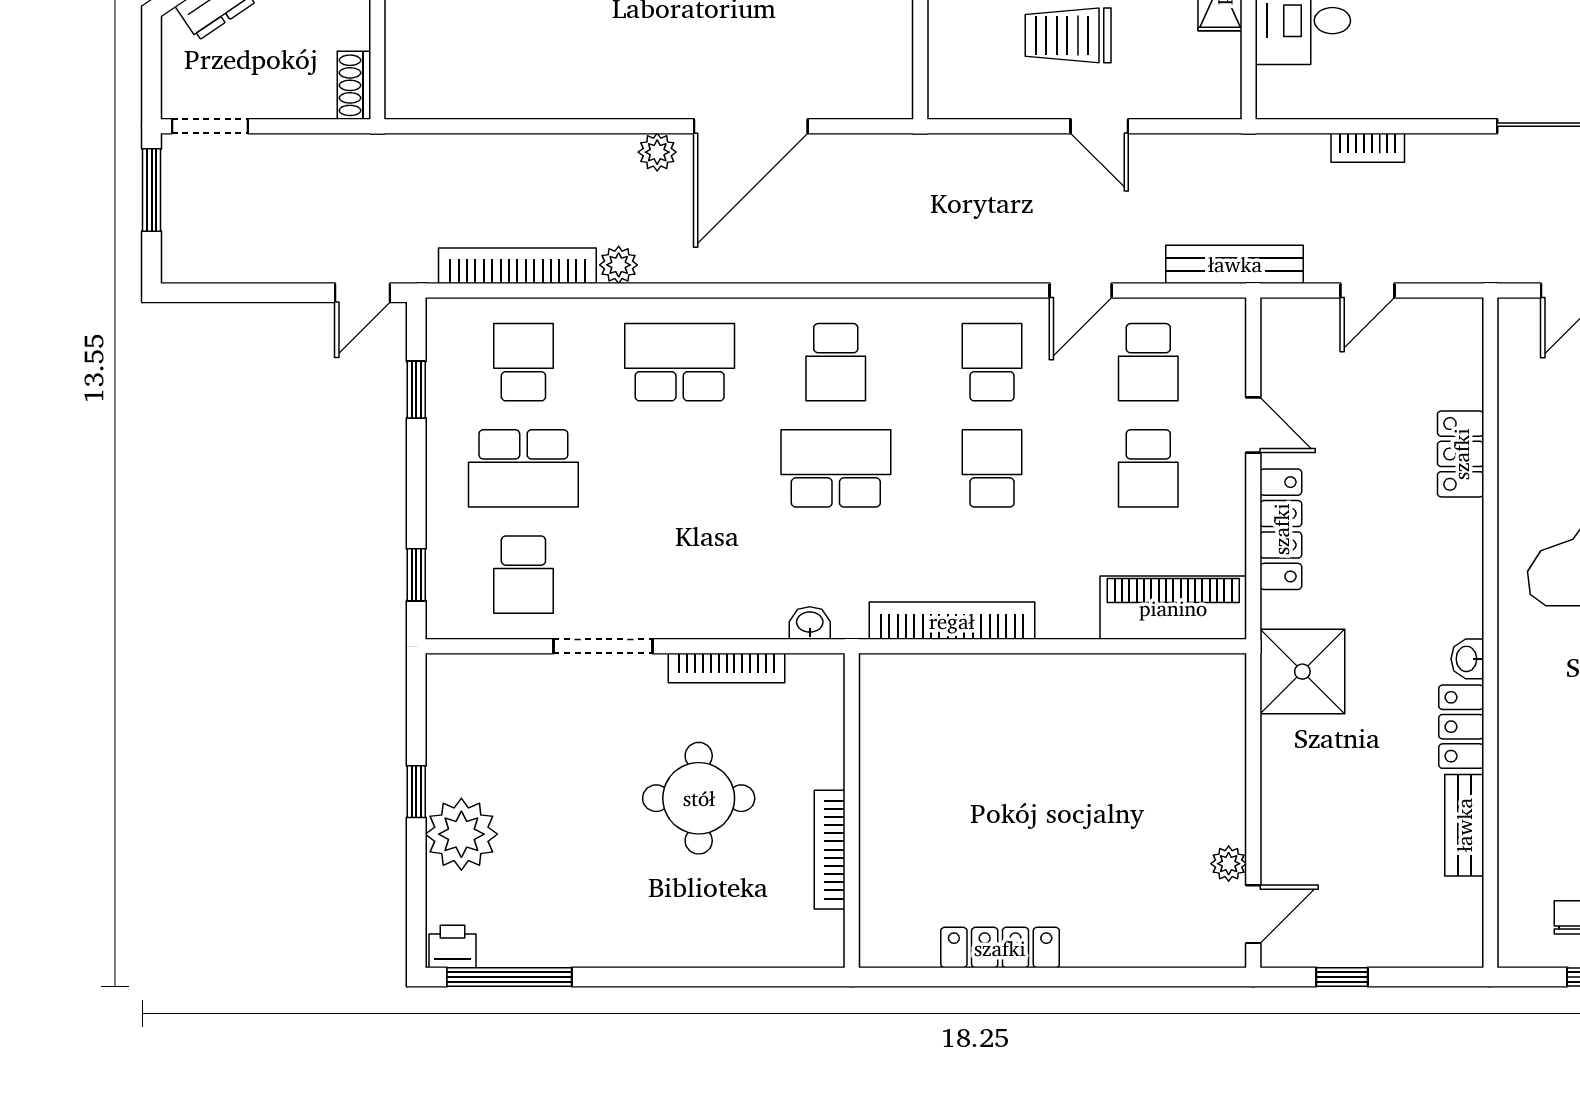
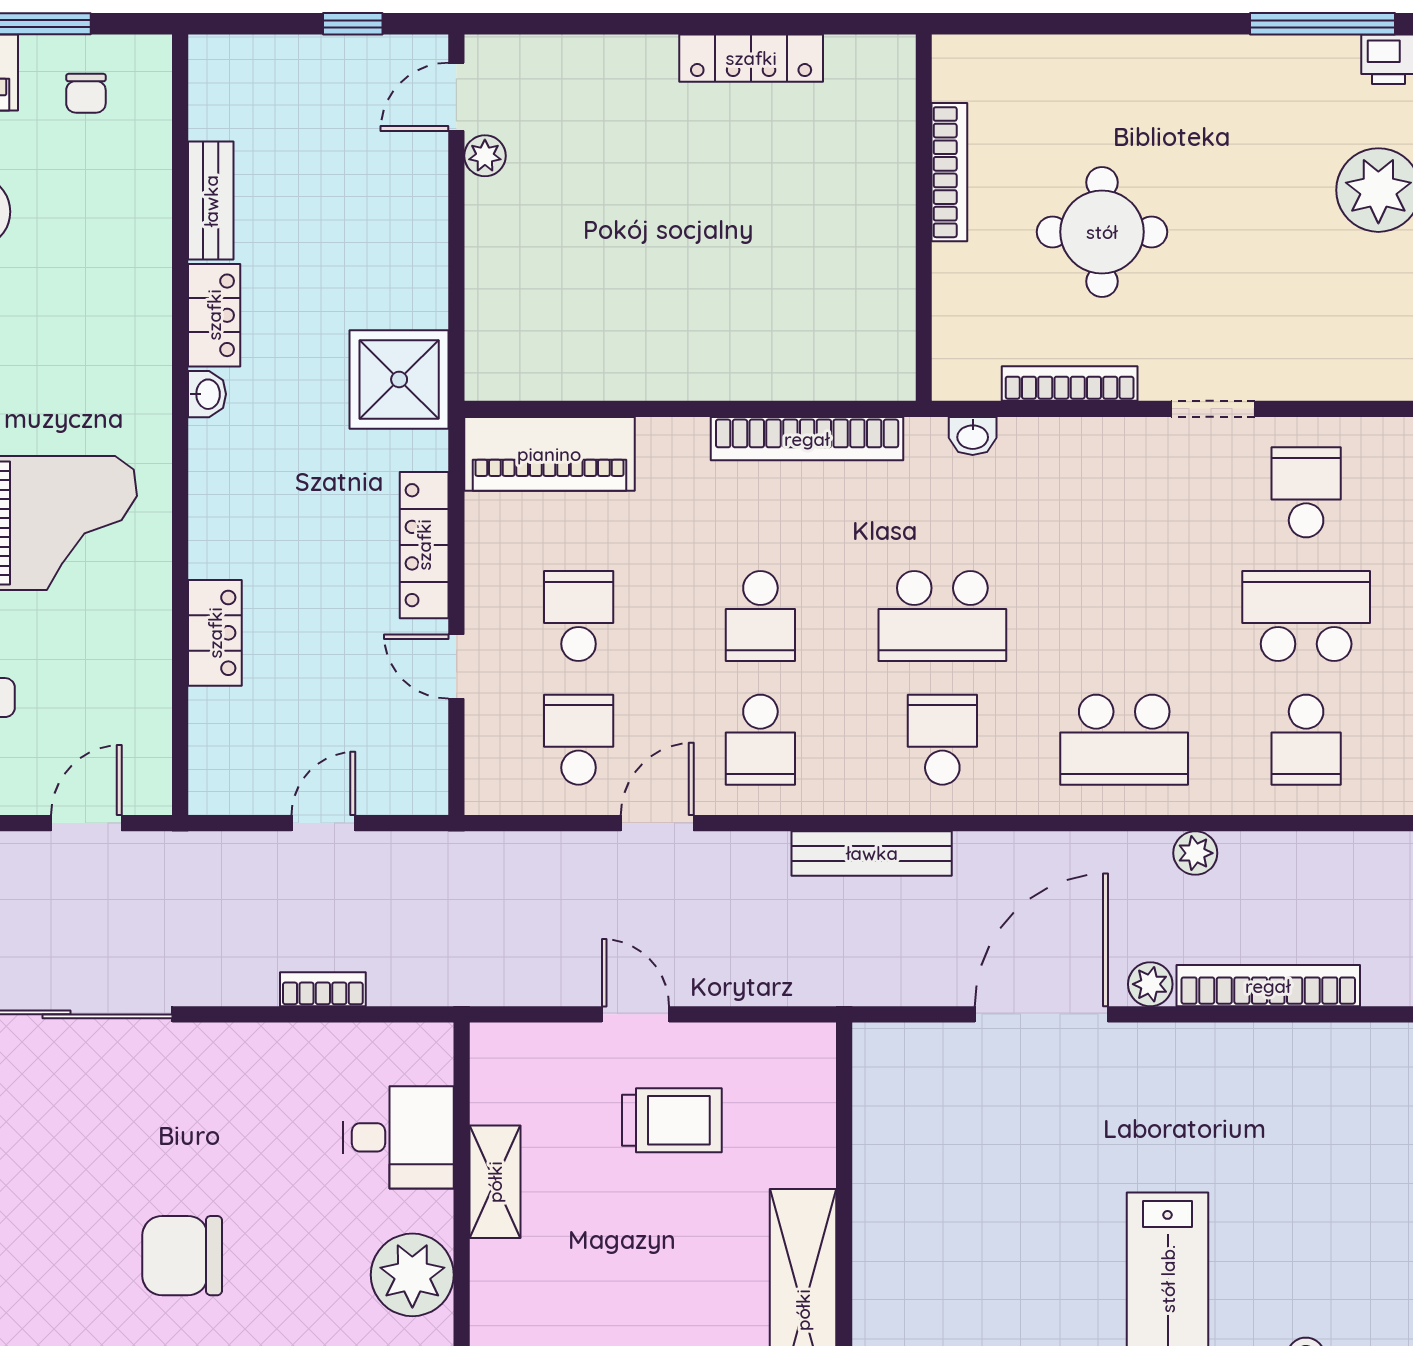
bench: (1235, 264) -> (872, 853), moved
bookcase: (517, 266) -> (1268, 986), moved, turned 180
doorway: (603, 646) -> (1213, 409), width x0.73

